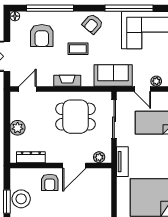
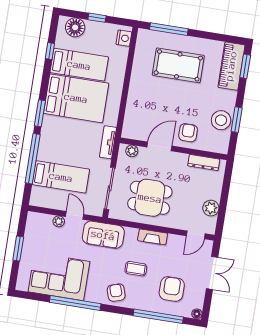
armchair: (93, 24) -> (116, 293), turned -59
plant: (18, 128) -> (211, 208), moved

